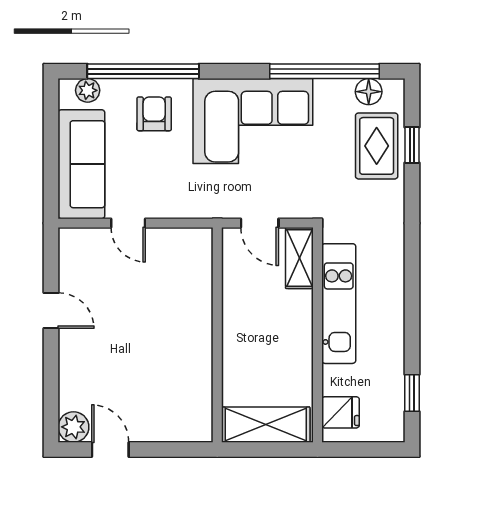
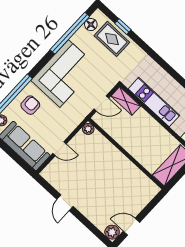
armchair: (154, 114) -> (30, 105), turned 90
plant: (201, 239) -> (88, 129), added
door: (51, 311) -> (65, 203), swing flipped

